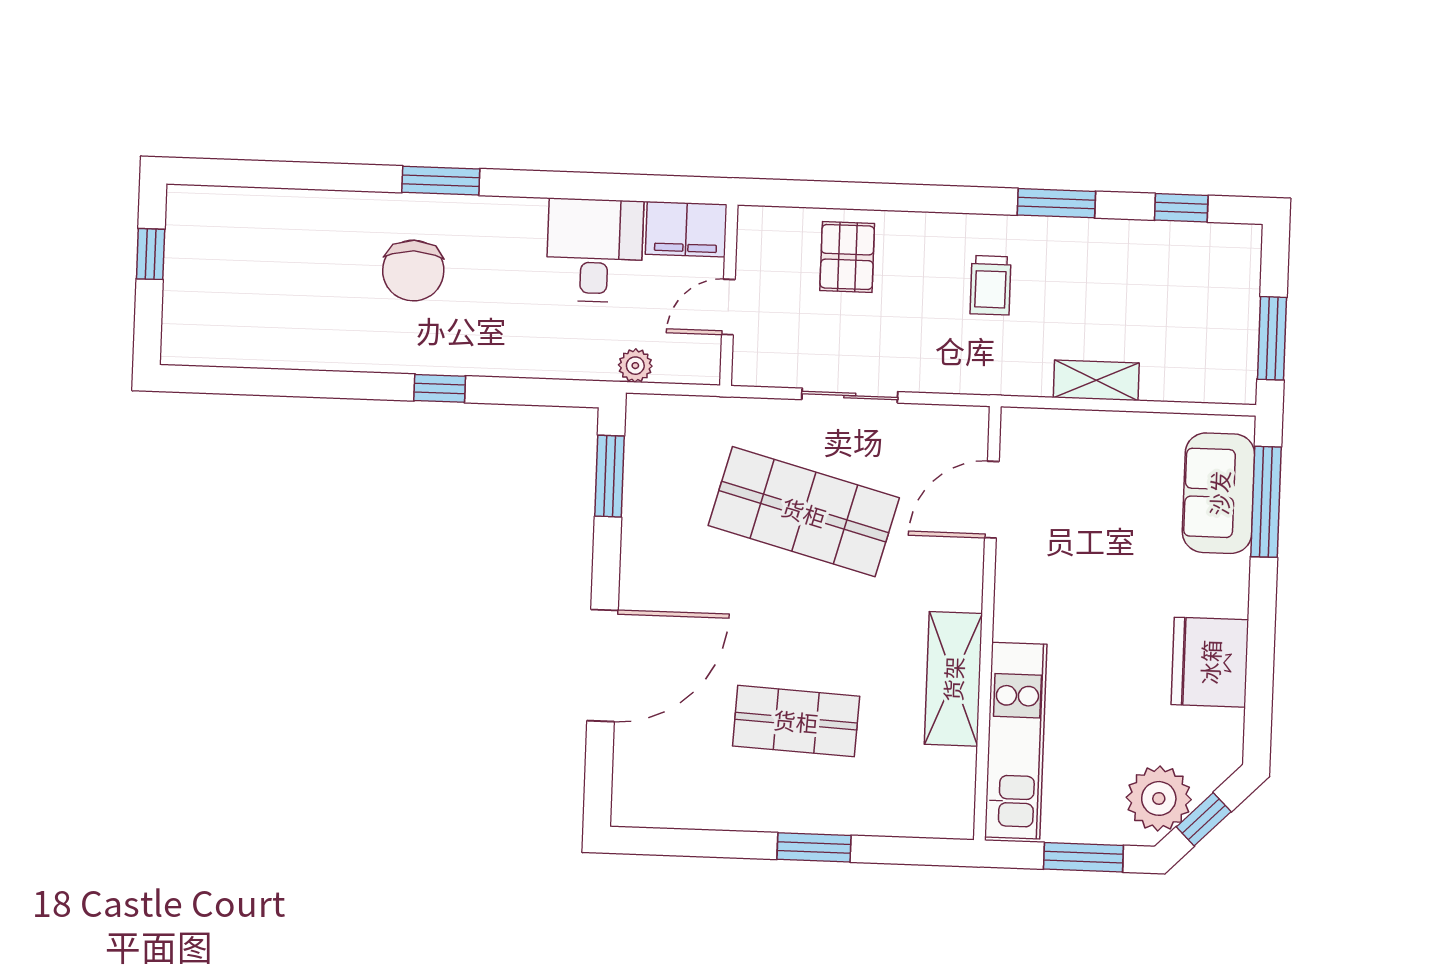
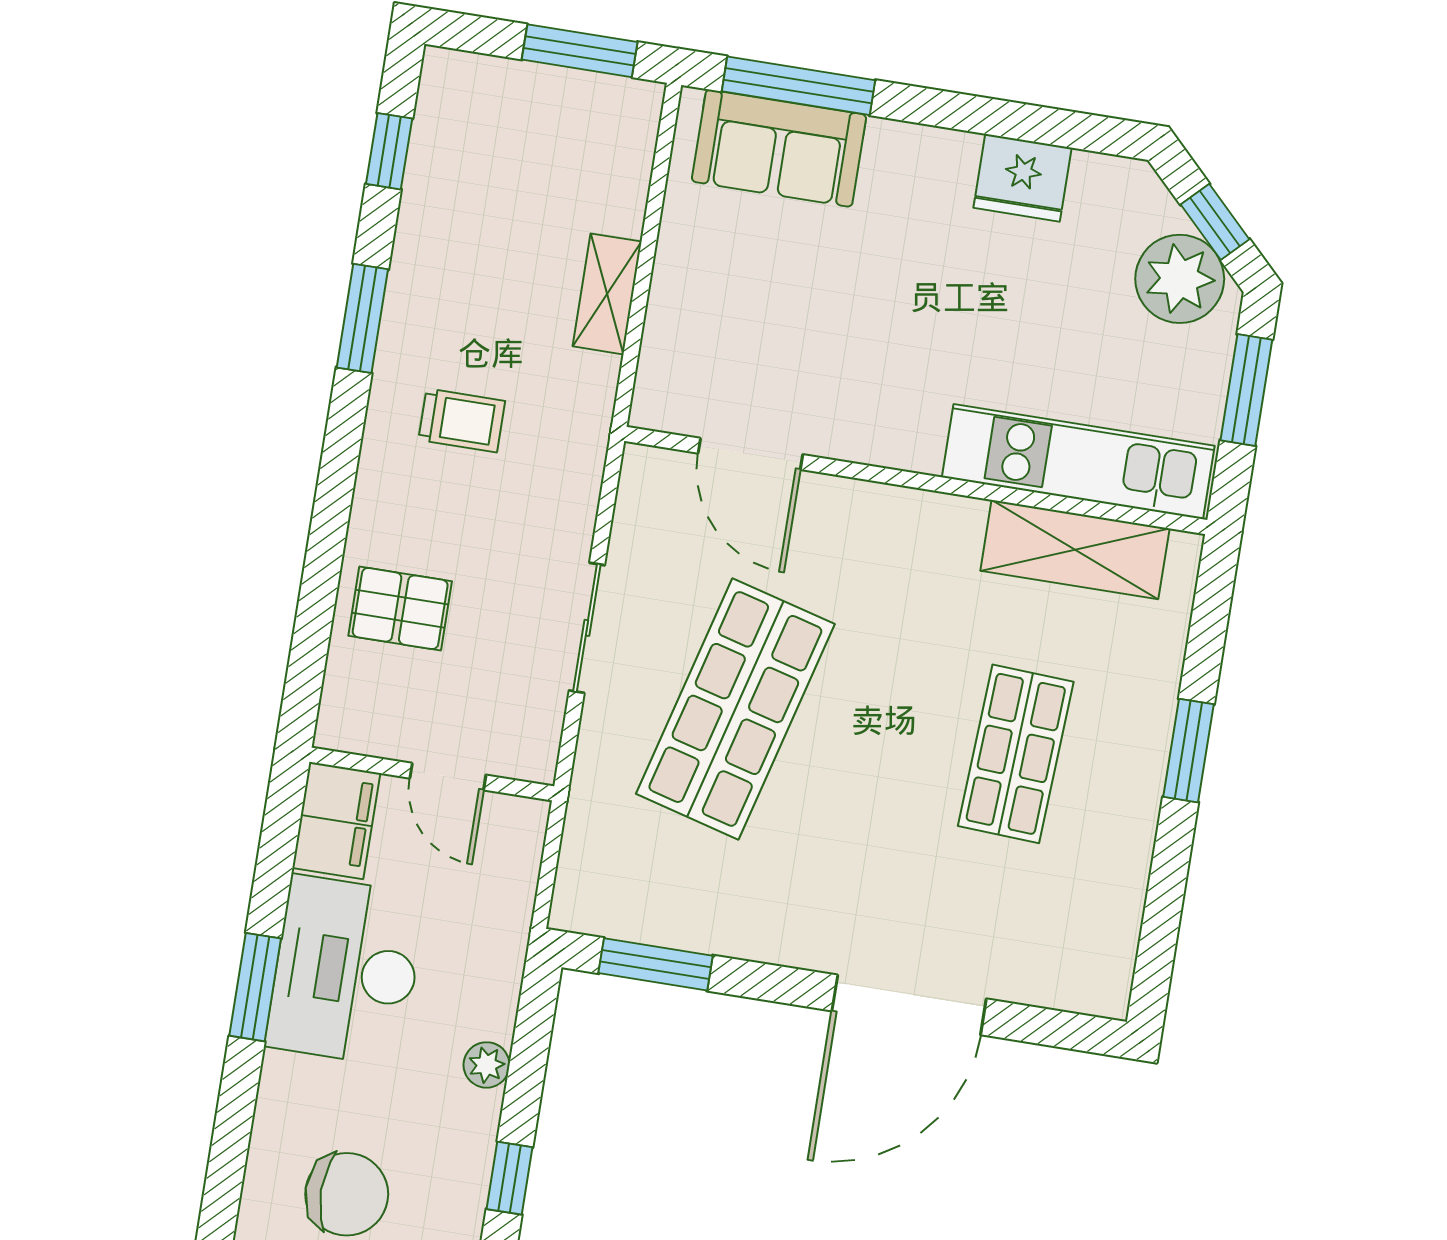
window: (441, 181) -> (255, 987), moved
desk: (595, 250) -> (346, 971), width x1.37
plant: (635, 366) -> (487, 1065), moved
fridge: (1210, 662) -> (1022, 178), width x0.73, depth x0.75
door: (603, 665) -> (909, 1005), swing flipped
shelving: (953, 679) -> (1075, 550), moved

